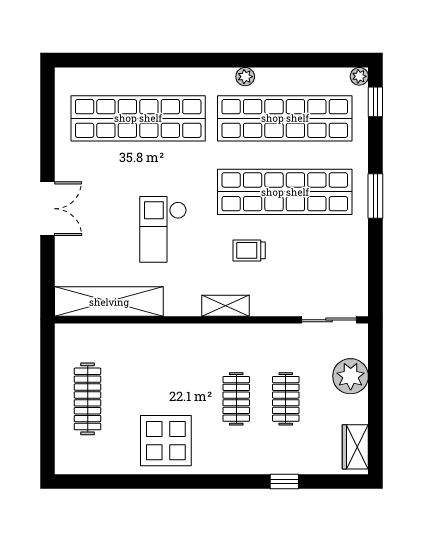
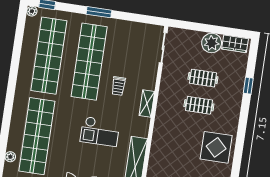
plant: (245, 77) -> (10, 157), moved
plant: (351, 376) -> (212, 43), moved

